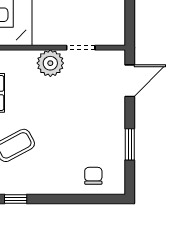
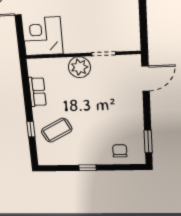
window: (130, 144) -> (148, 142), moved
window: (16, 199) -> (88, 168), moved

